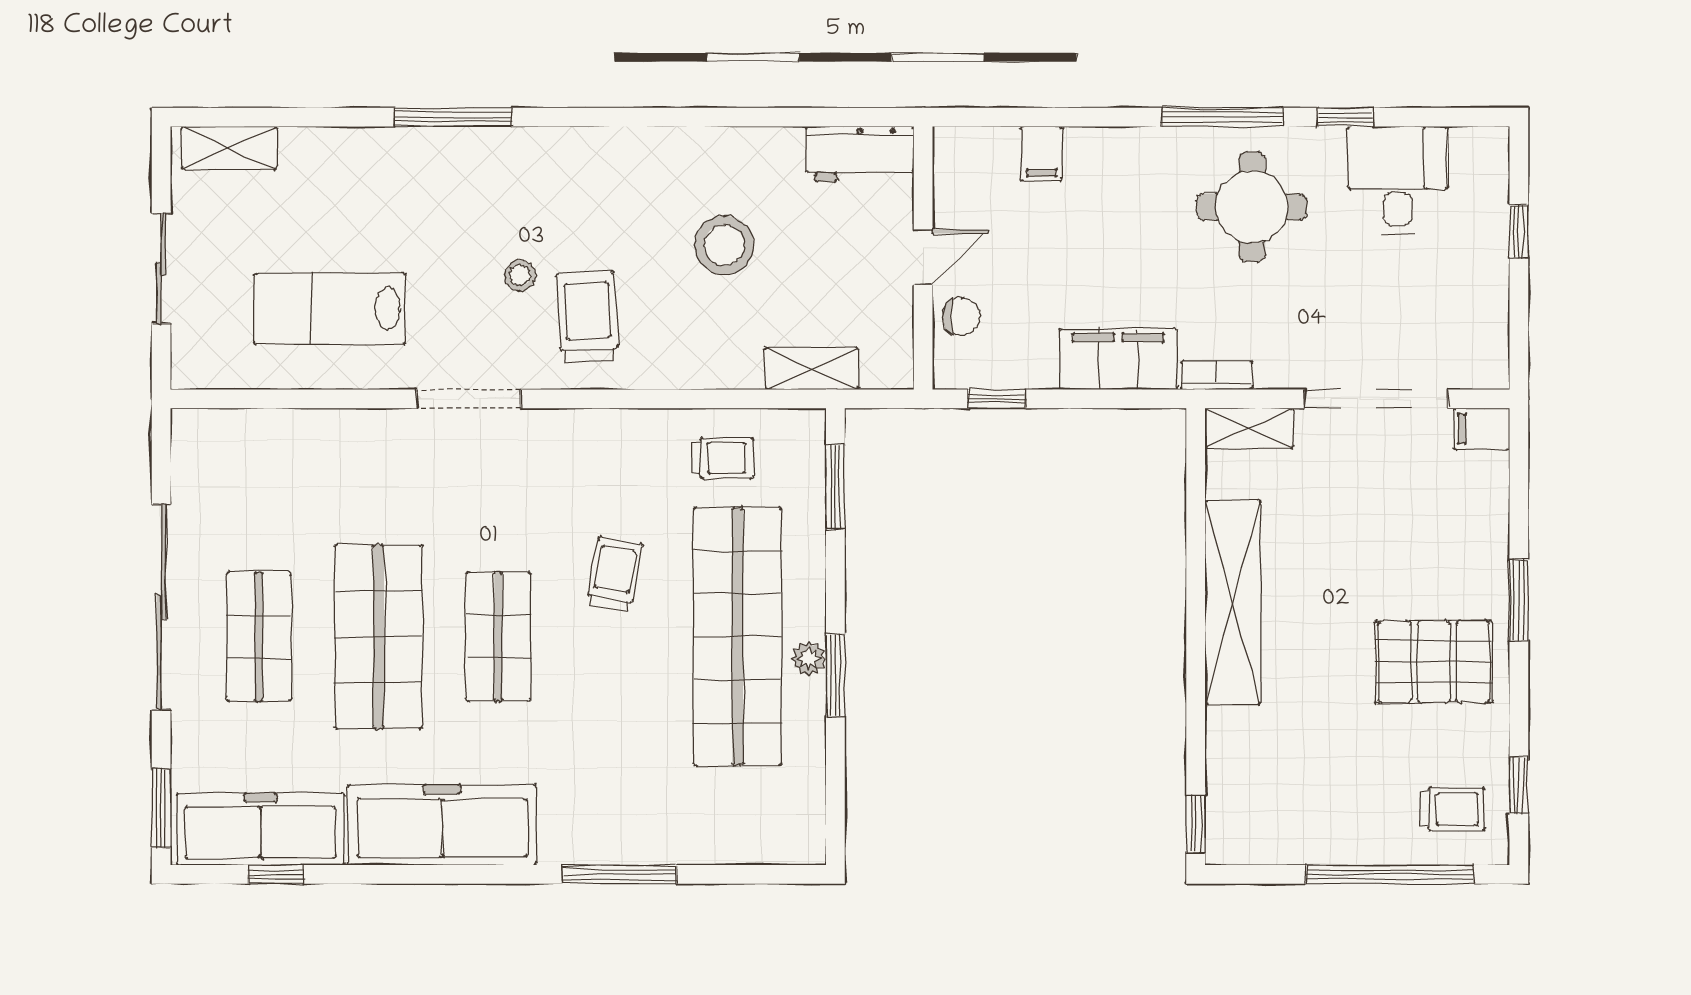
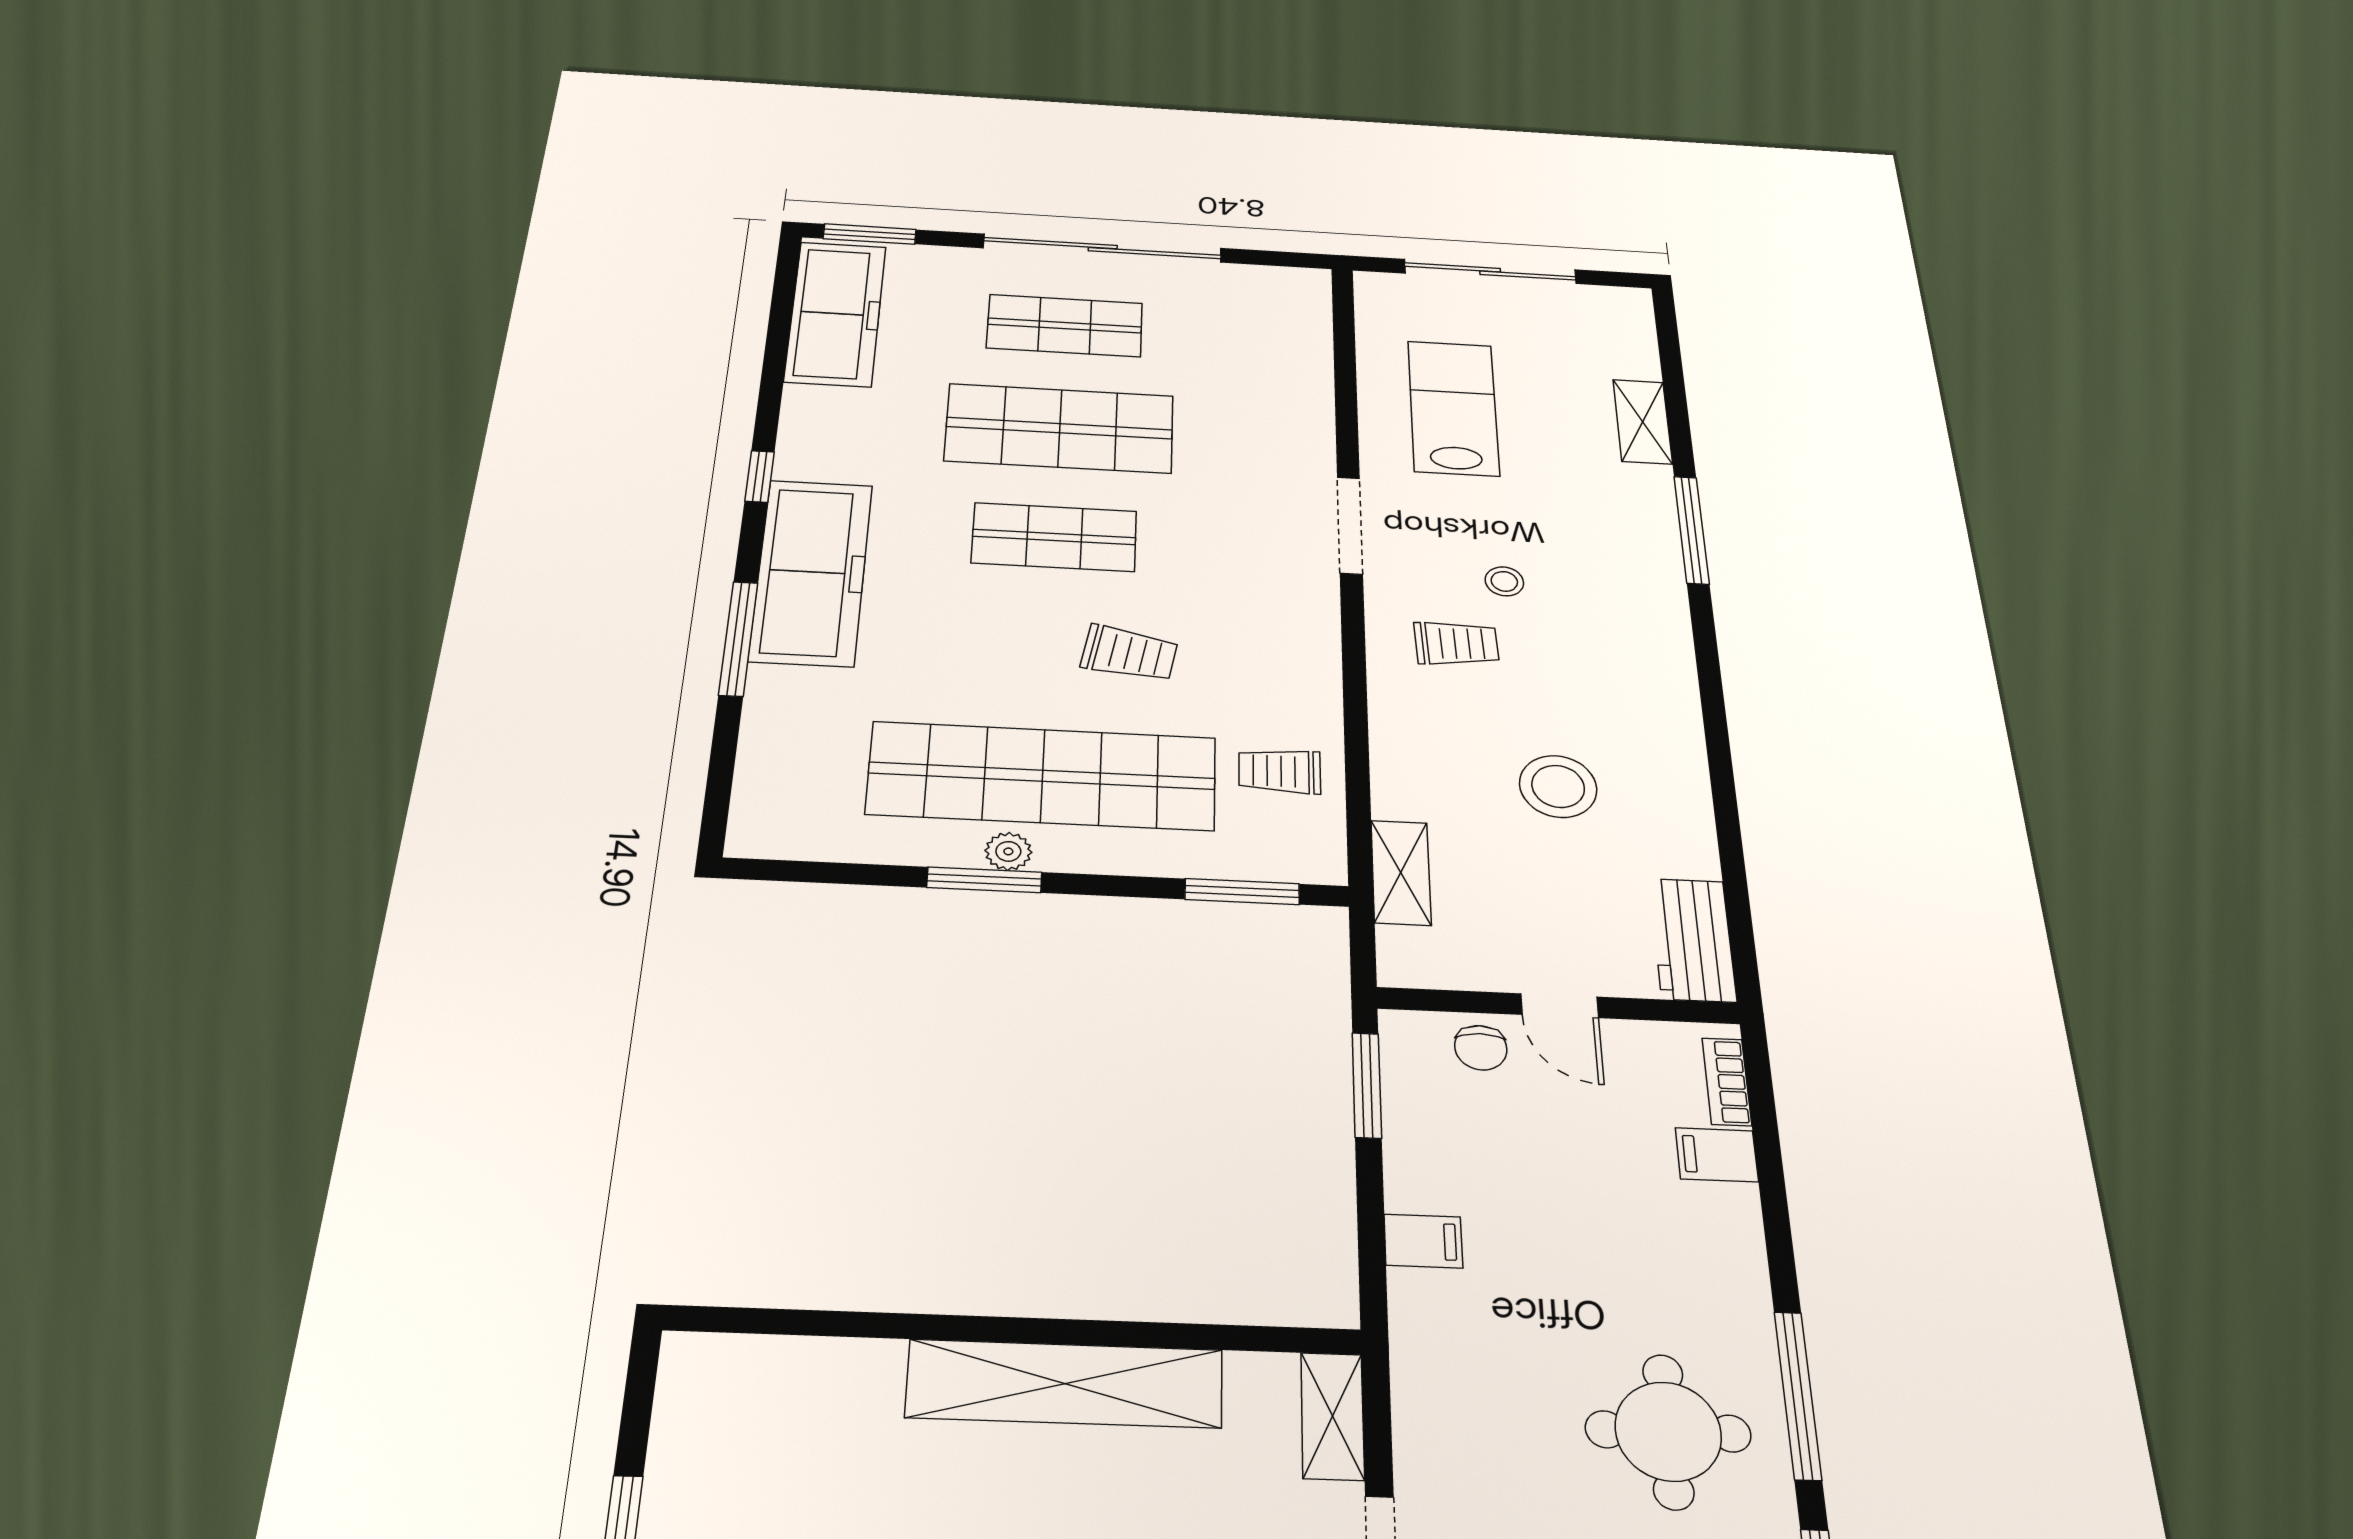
shelving: (229, 148) -> (1643, 422), moved
sliding door: (161, 268) -> (1490, 271), width x1.37
trolley: (587, 317) -> (1456, 643), width x0.73, depth x0.72
filing cabinet: (1118, 359) -> (1423, 1241), width x0.33, depth x0.86
bookcase: (1217, 375) -> (1727, 1082), moved, turned 180
window: (997, 399) -> (1367, 1085), width x1.50
trolley: (722, 458) -> (1280, 771), turned 90
window: (1196, 824) -> (727, 1320), removed
freezer: (442, 825) -> (811, 572), moved
window: (276, 874) -> (760, 476), moved

